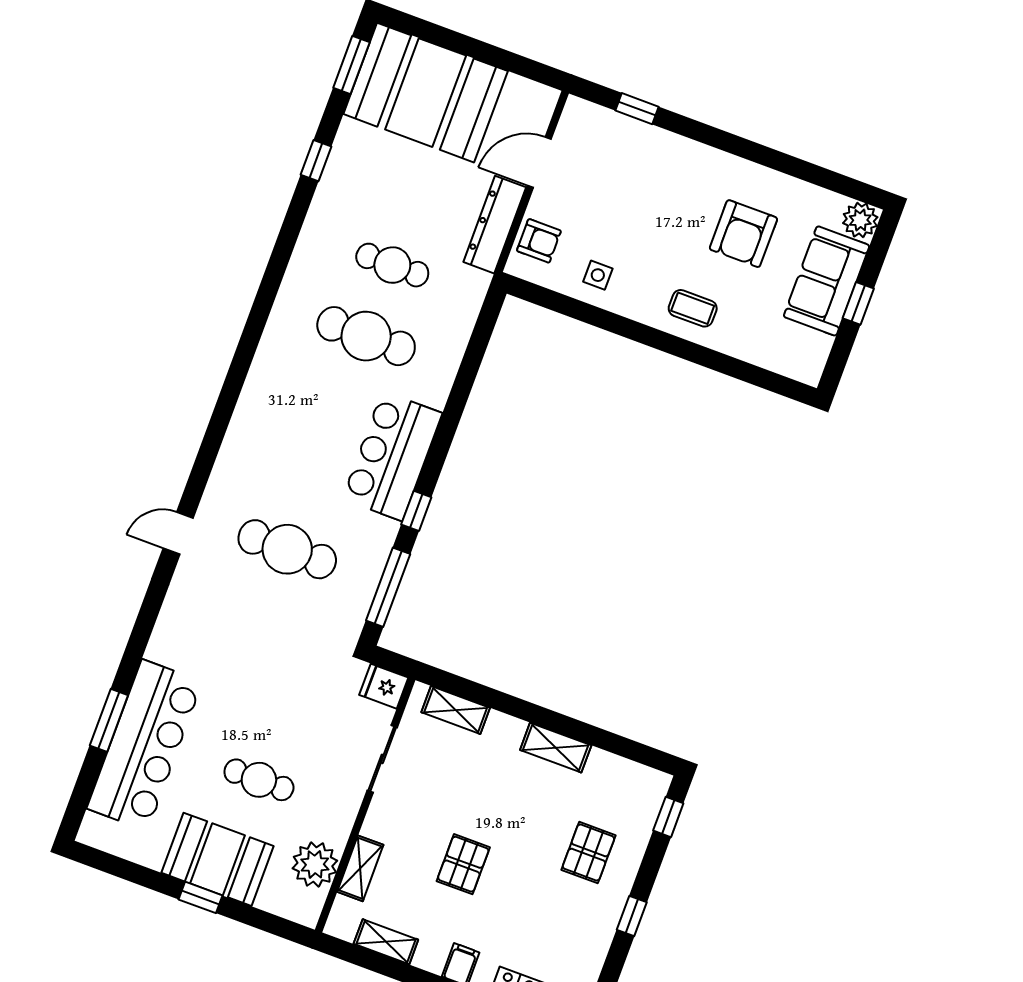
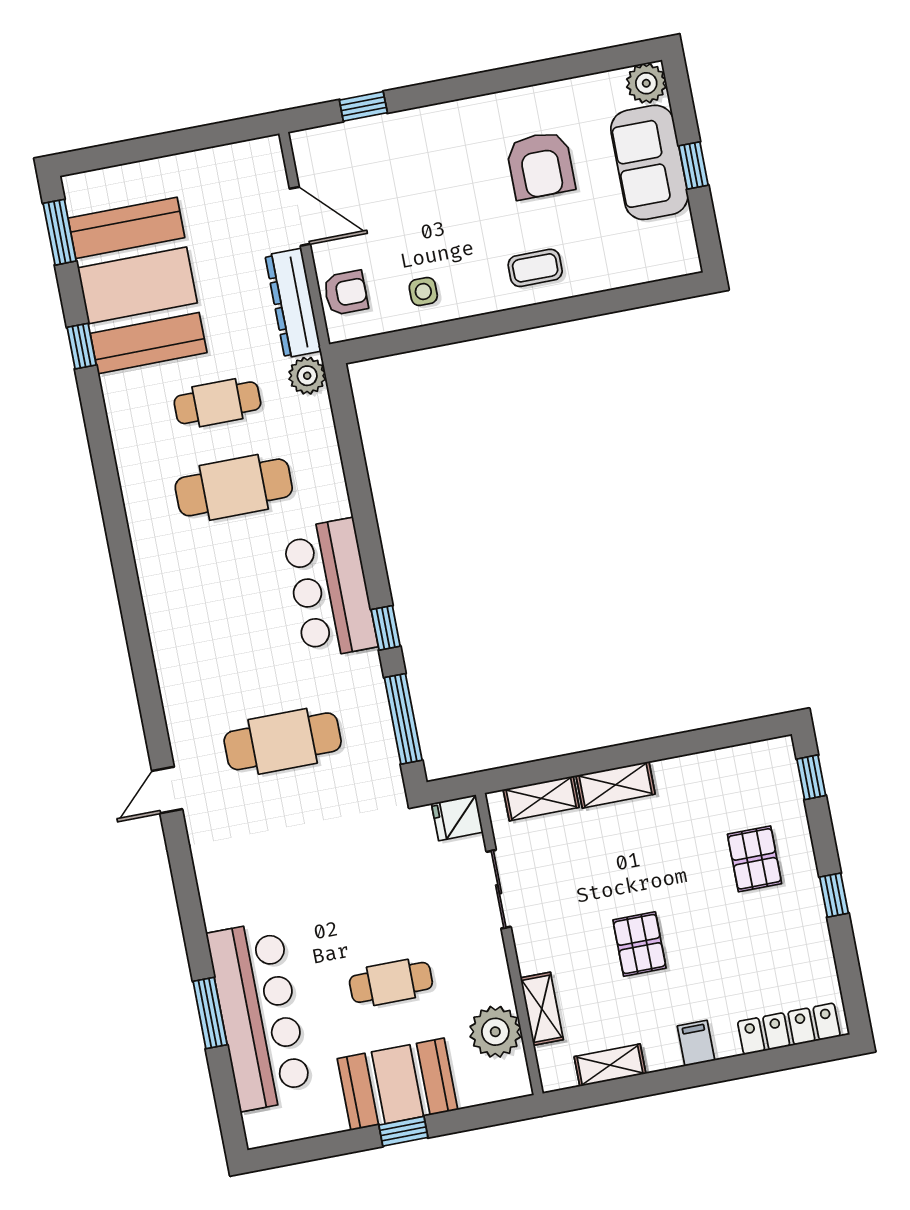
booth: (426, 93) -> (137, 285), moved, turned 90
door: (539, 162) -> (300, 216), swing flipped
plant: (472, 286) -> (307, 376), added
shelving: (556, 748) -> (616, 785), moved

